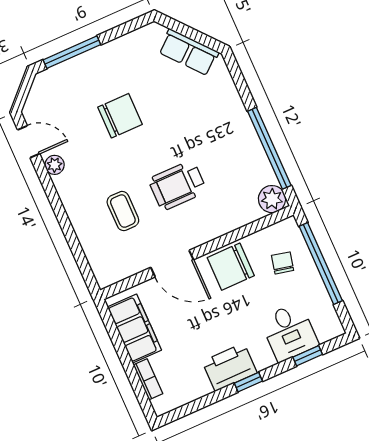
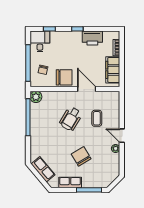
row of seats: (119, 50) -> (70, 182), added
chair: (120, 116) -> (81, 156), turned 59
door: (29, 142) -> (122, 136), moved
wheelchair: (178, 185) -> (71, 119), turned 121
desk: (289, 332) -> (40, 41), moved
printer: (230, 367) -> (92, 38), moved

